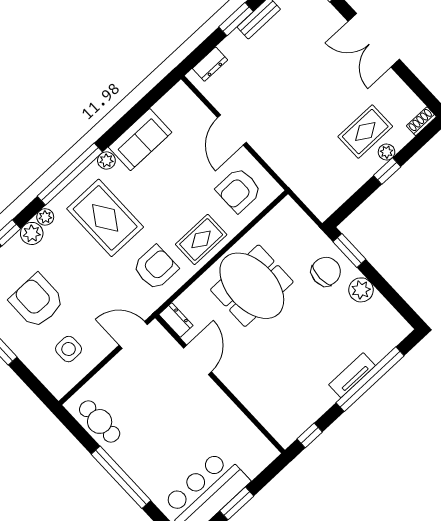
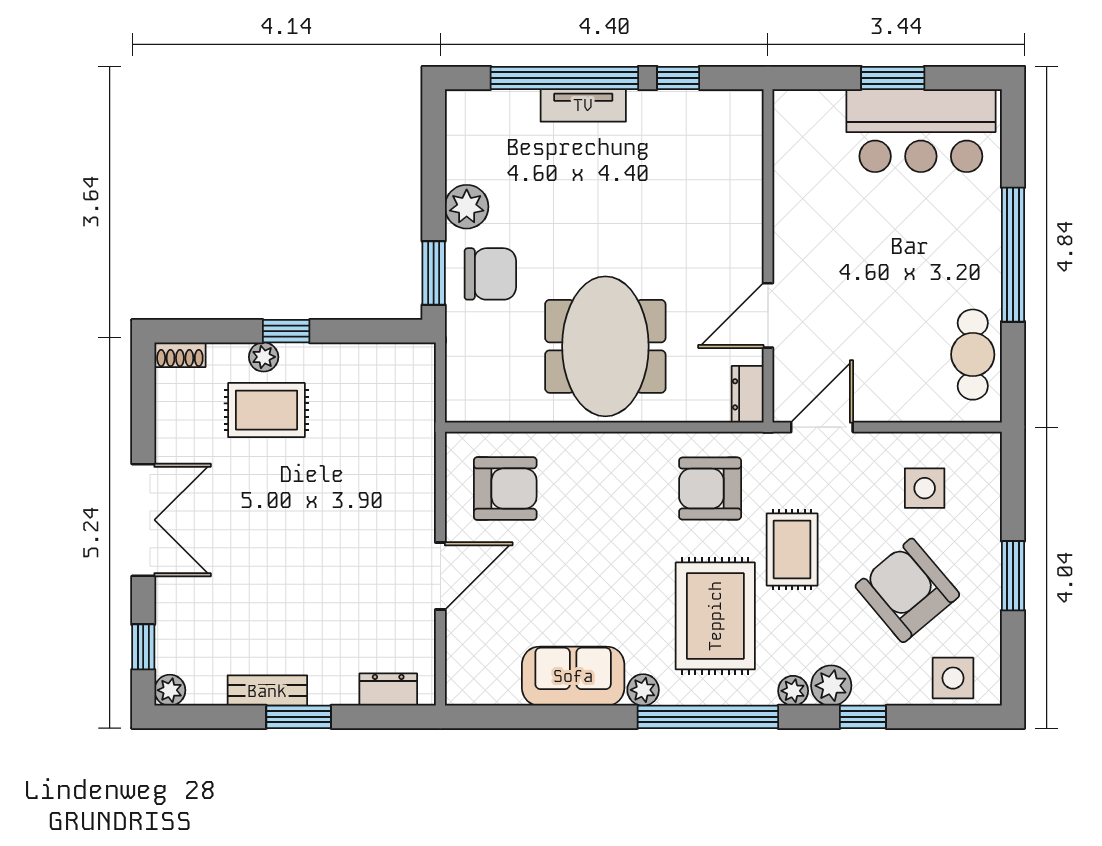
rug: (201, 239) -> (792, 549), moved, turned 90
chair: (326, 272) -> (490, 274), turned 180
armchair: (37, 301) -> (907, 590), turned 140
door: (133, 335) -> (822, 427), swing flipped
window: (310, 435) -> (678, 78), moved

